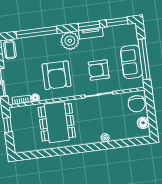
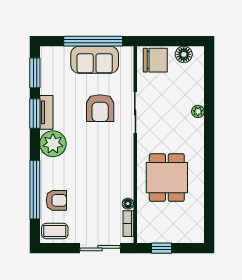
armchair: (57, 75) -> (56, 200), moved, width x0.53, depth x0.53
dining table: (57, 122) -> (167, 178), width x0.73

